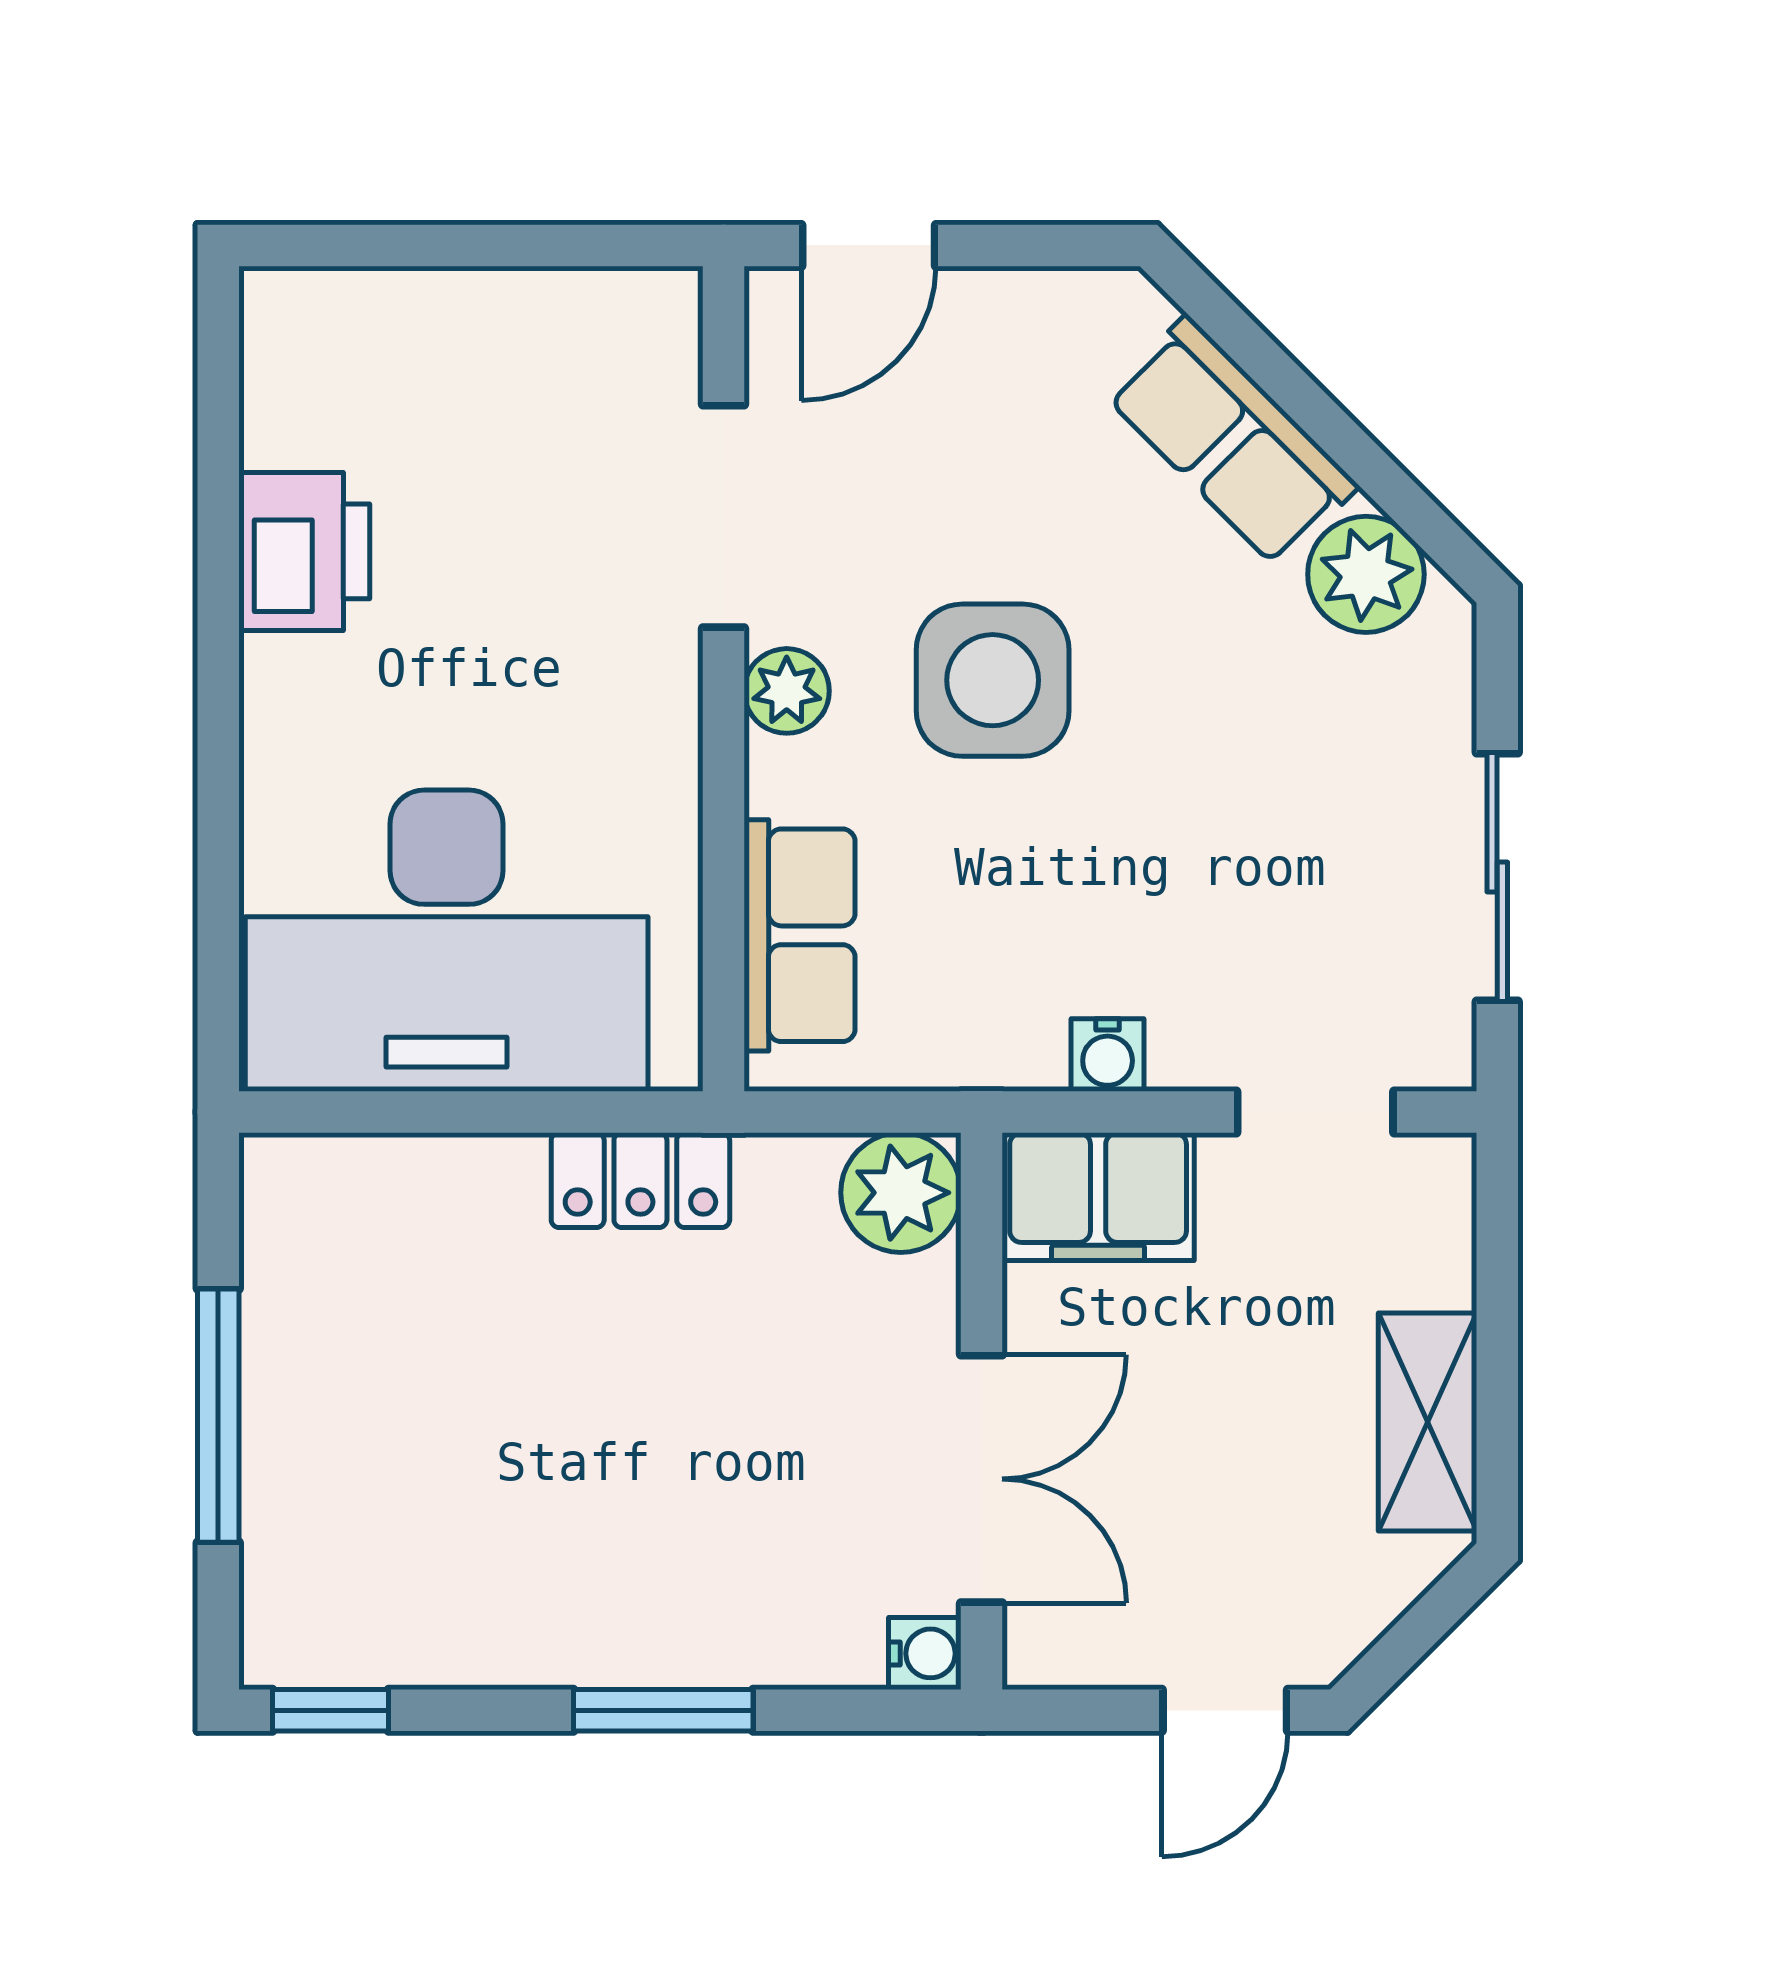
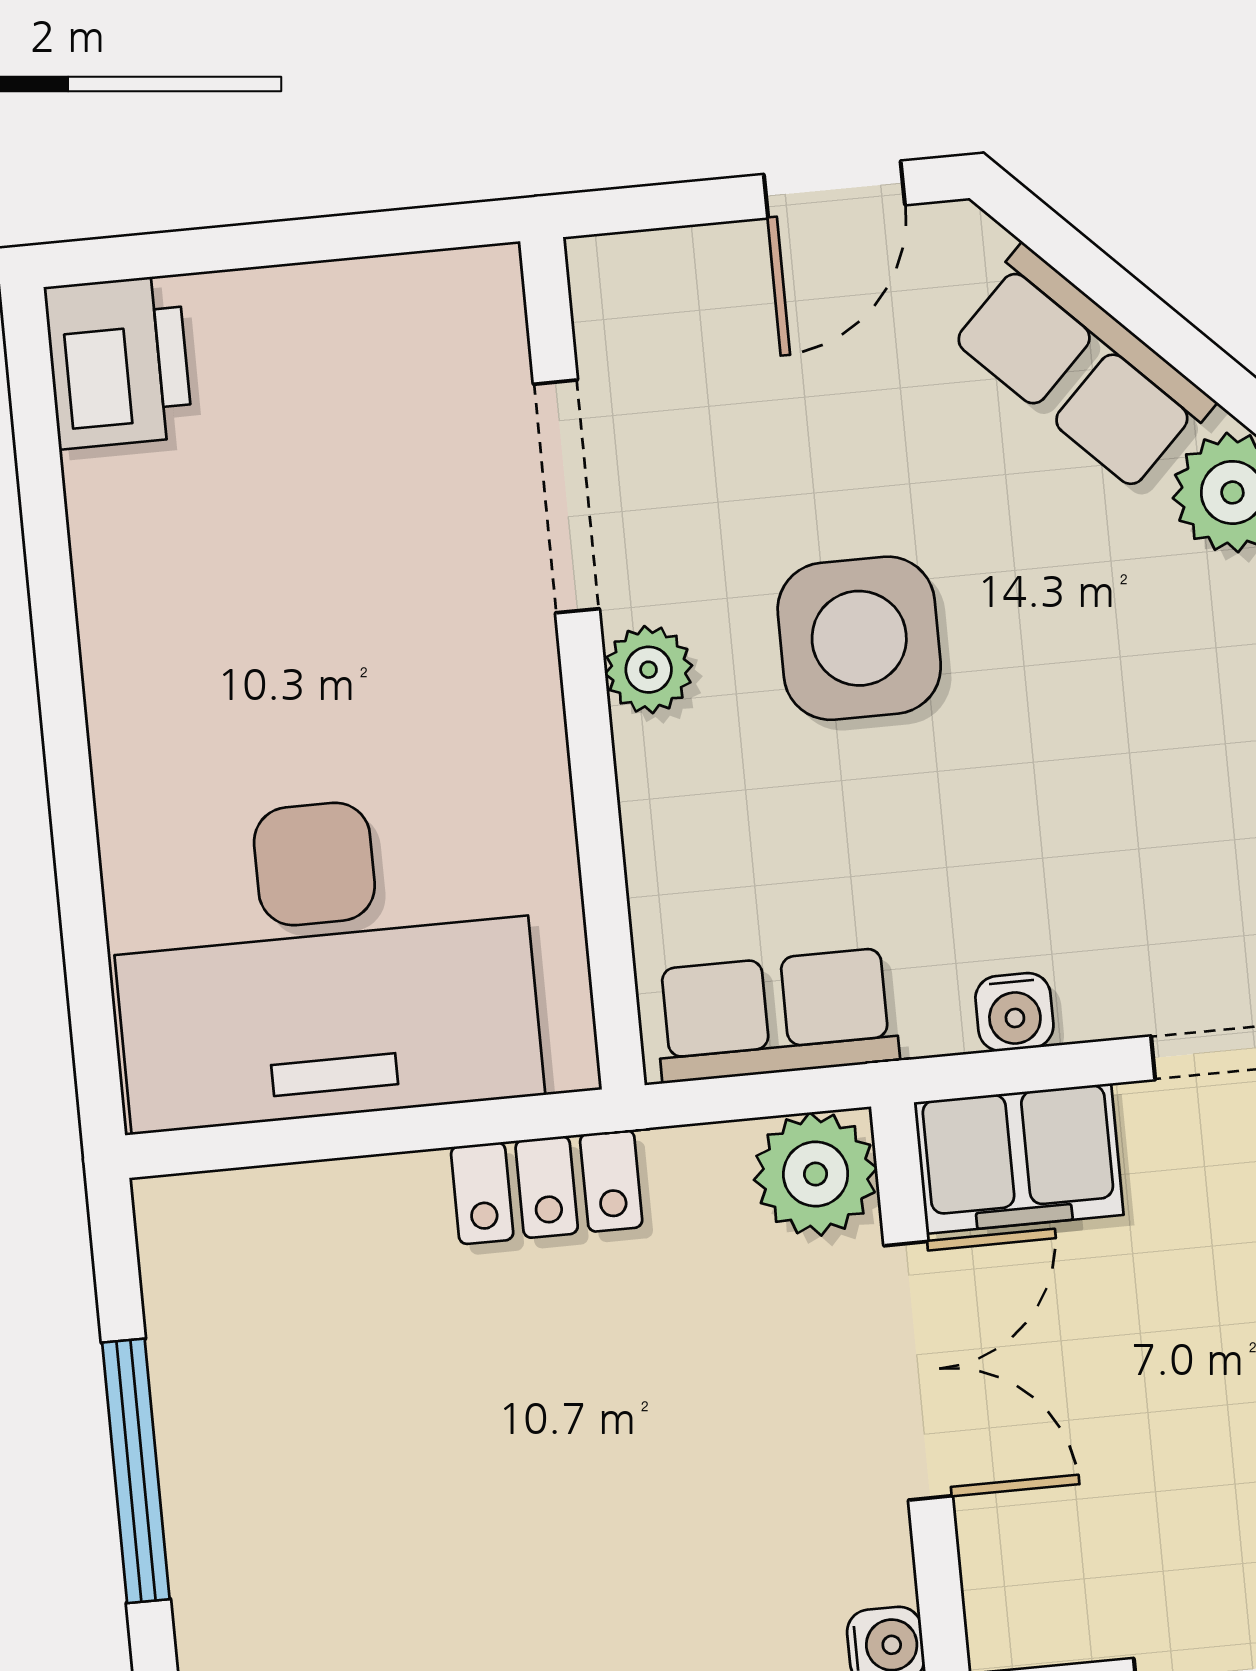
door: (869, 245) -> (834, 190), moved
printer: (304, 551) -> (118, 362), moved
row of seats: (800, 935) -> (776, 1015), moved, turned -90
double door: (981, 1479) -> (918, 1371), moved

